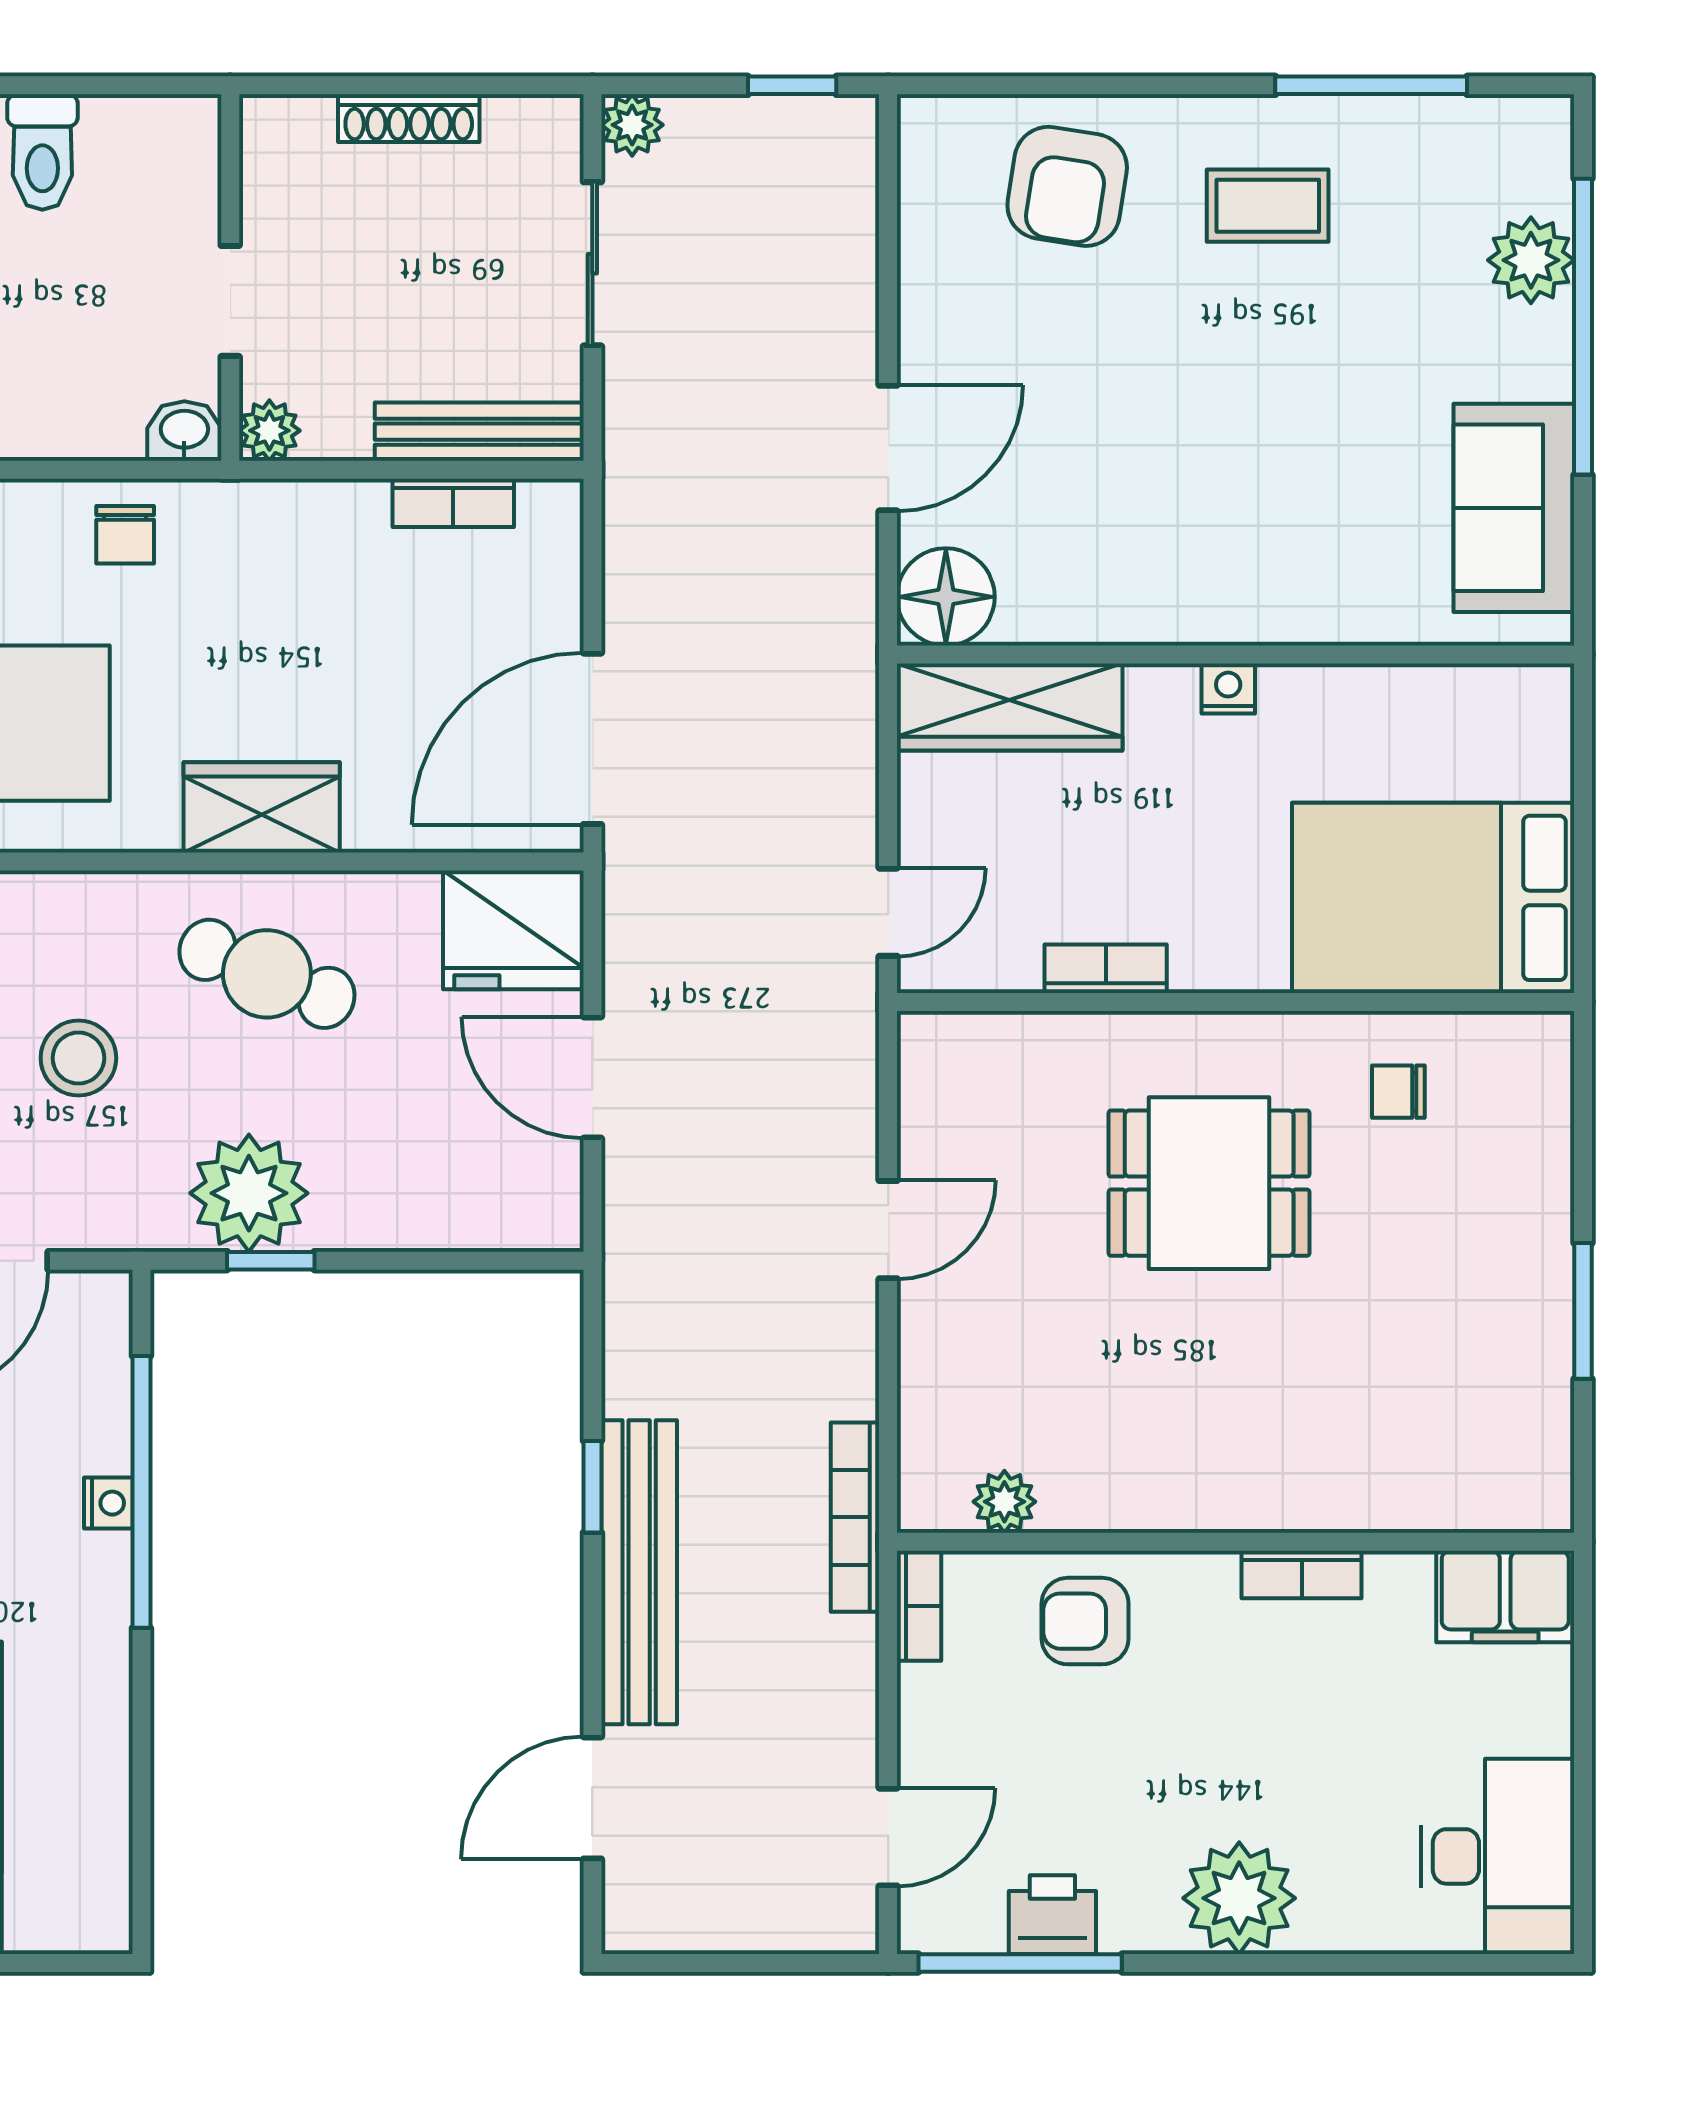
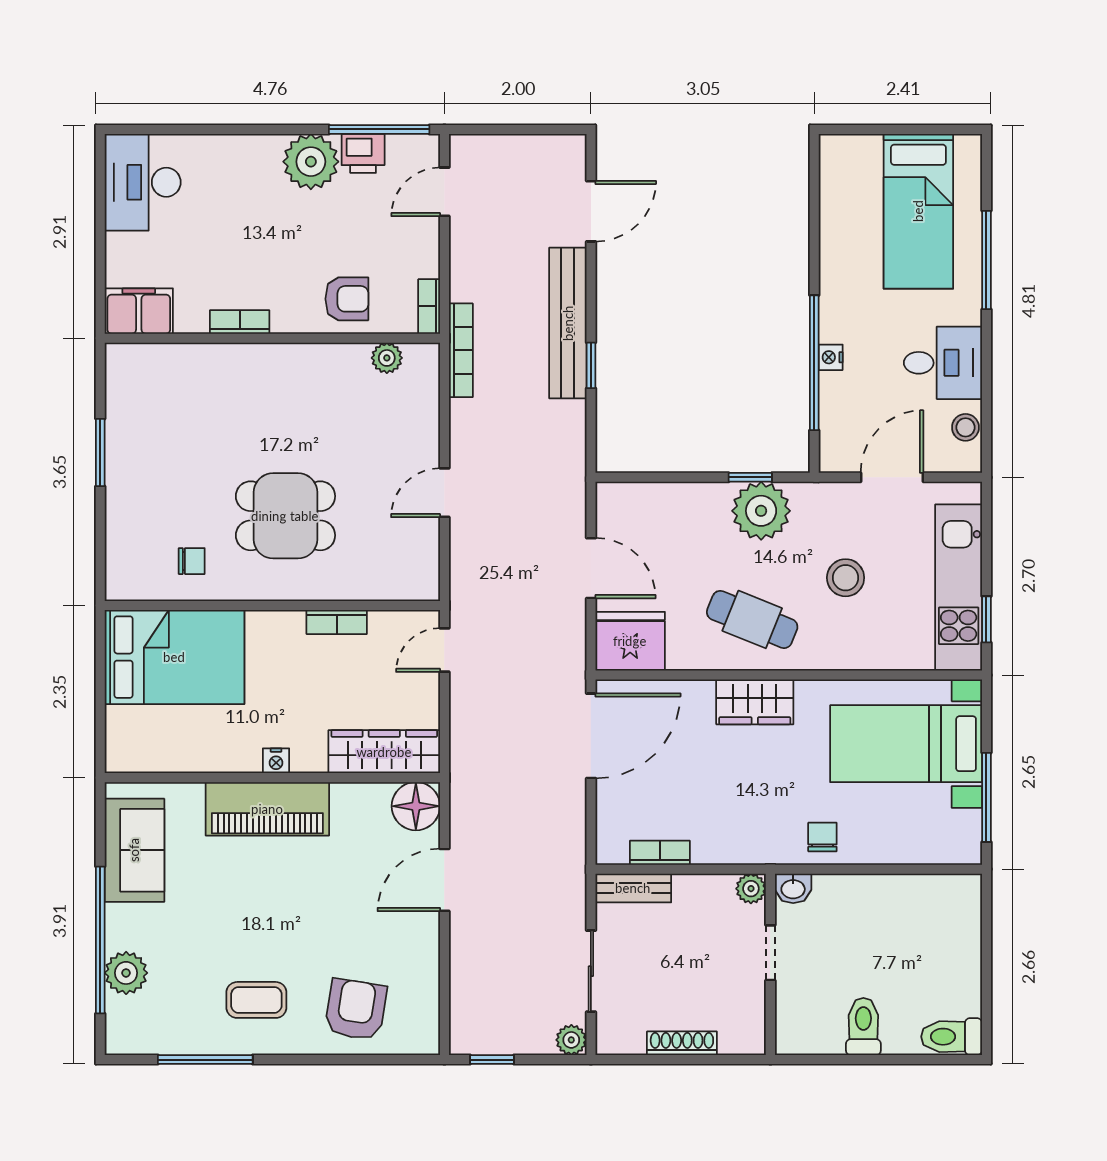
bench: (479, 432) -> (633, 888), width x0.73
piano: (1246, 592) -> (267, 809), added
plant: (1239, 1898) -> (311, 162), moved

